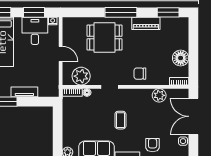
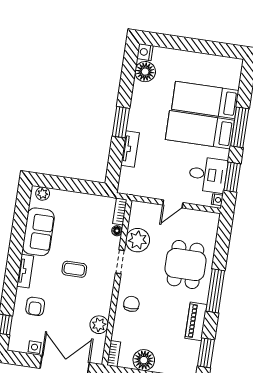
plant: (81, 76) -> (138, 240), moved
armchair: (153, 145) -> (35, 306), turned 90

